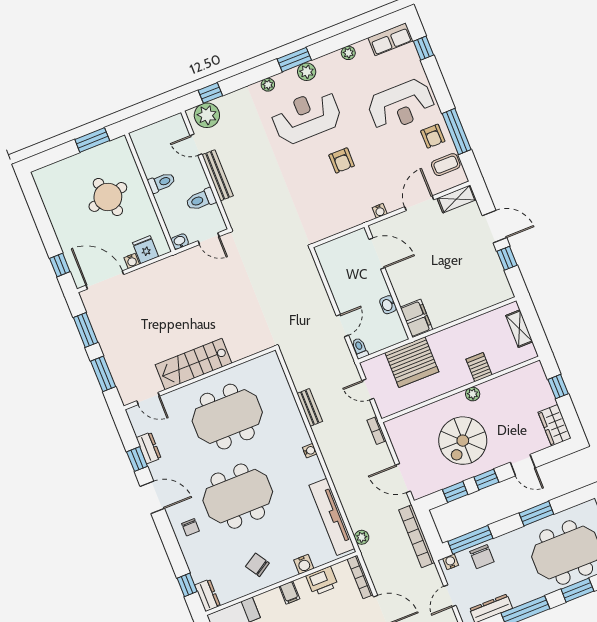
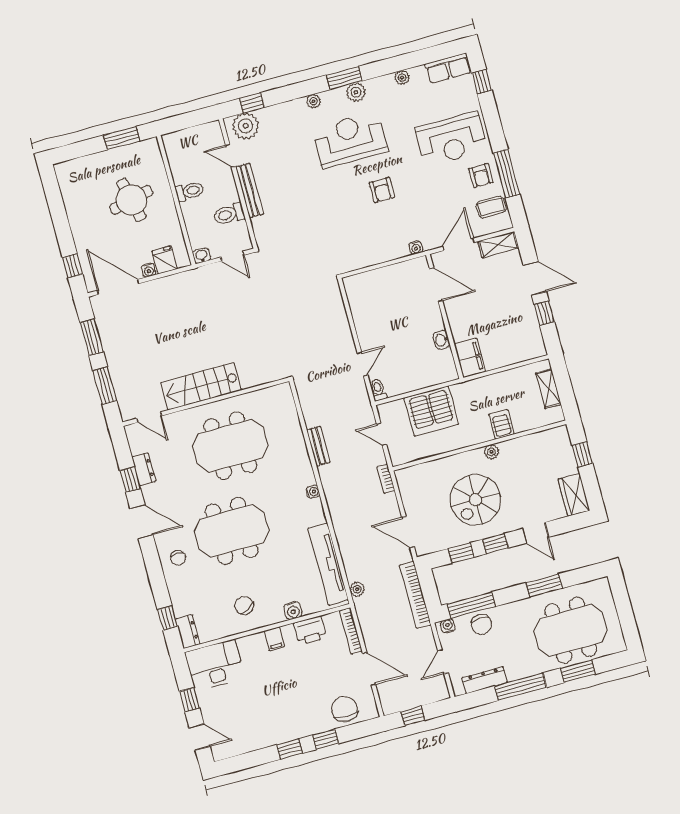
door: (377, 253) -> (436, 285), moved
wall: (388, 282) -> (445, 316), moved
washbasin: (388, 305) -> (442, 340), moved
filing cabinet: (416, 318) -> (470, 358), moved

